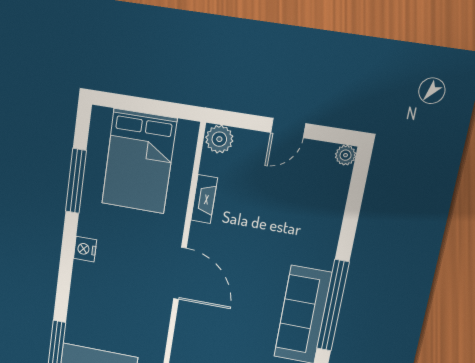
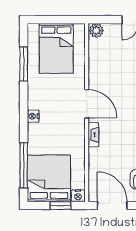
fireplace: (204, 199) -> (93, 135), moved
nightstand: (85, 249) -> (33, 116), moved

